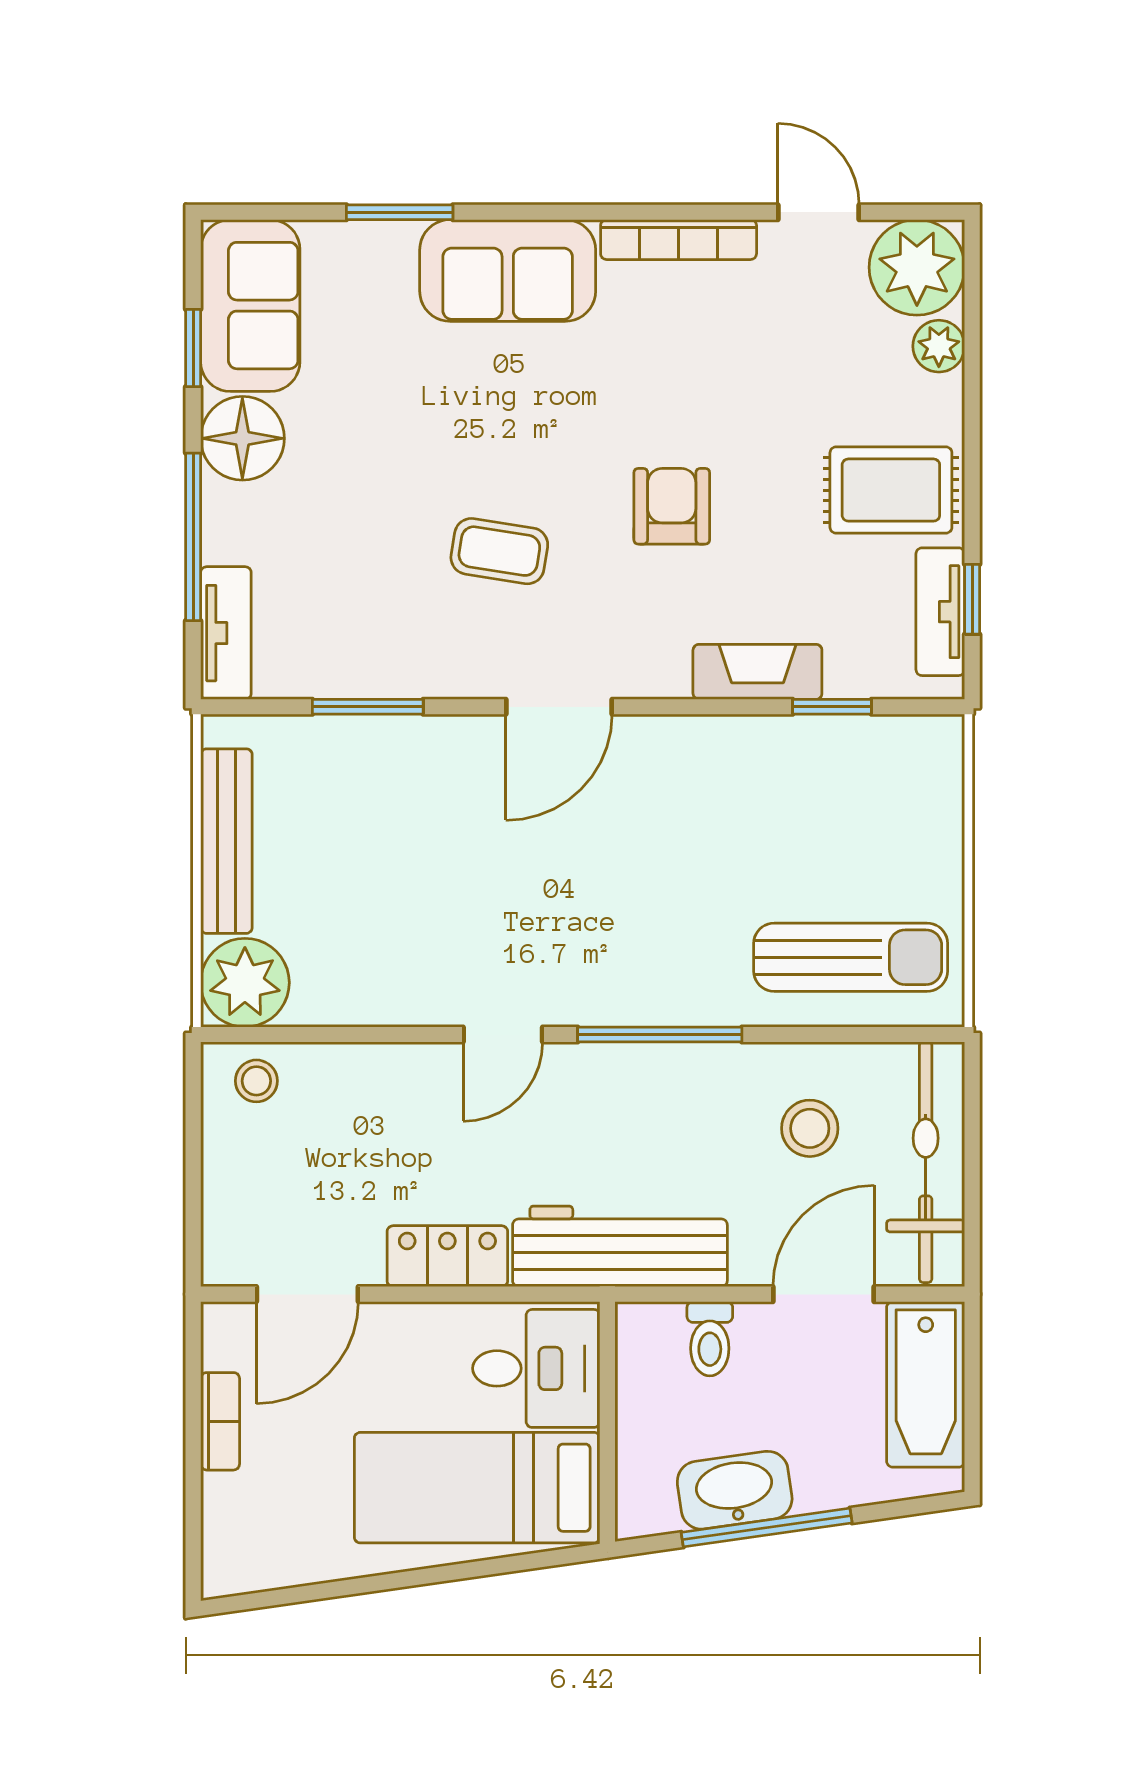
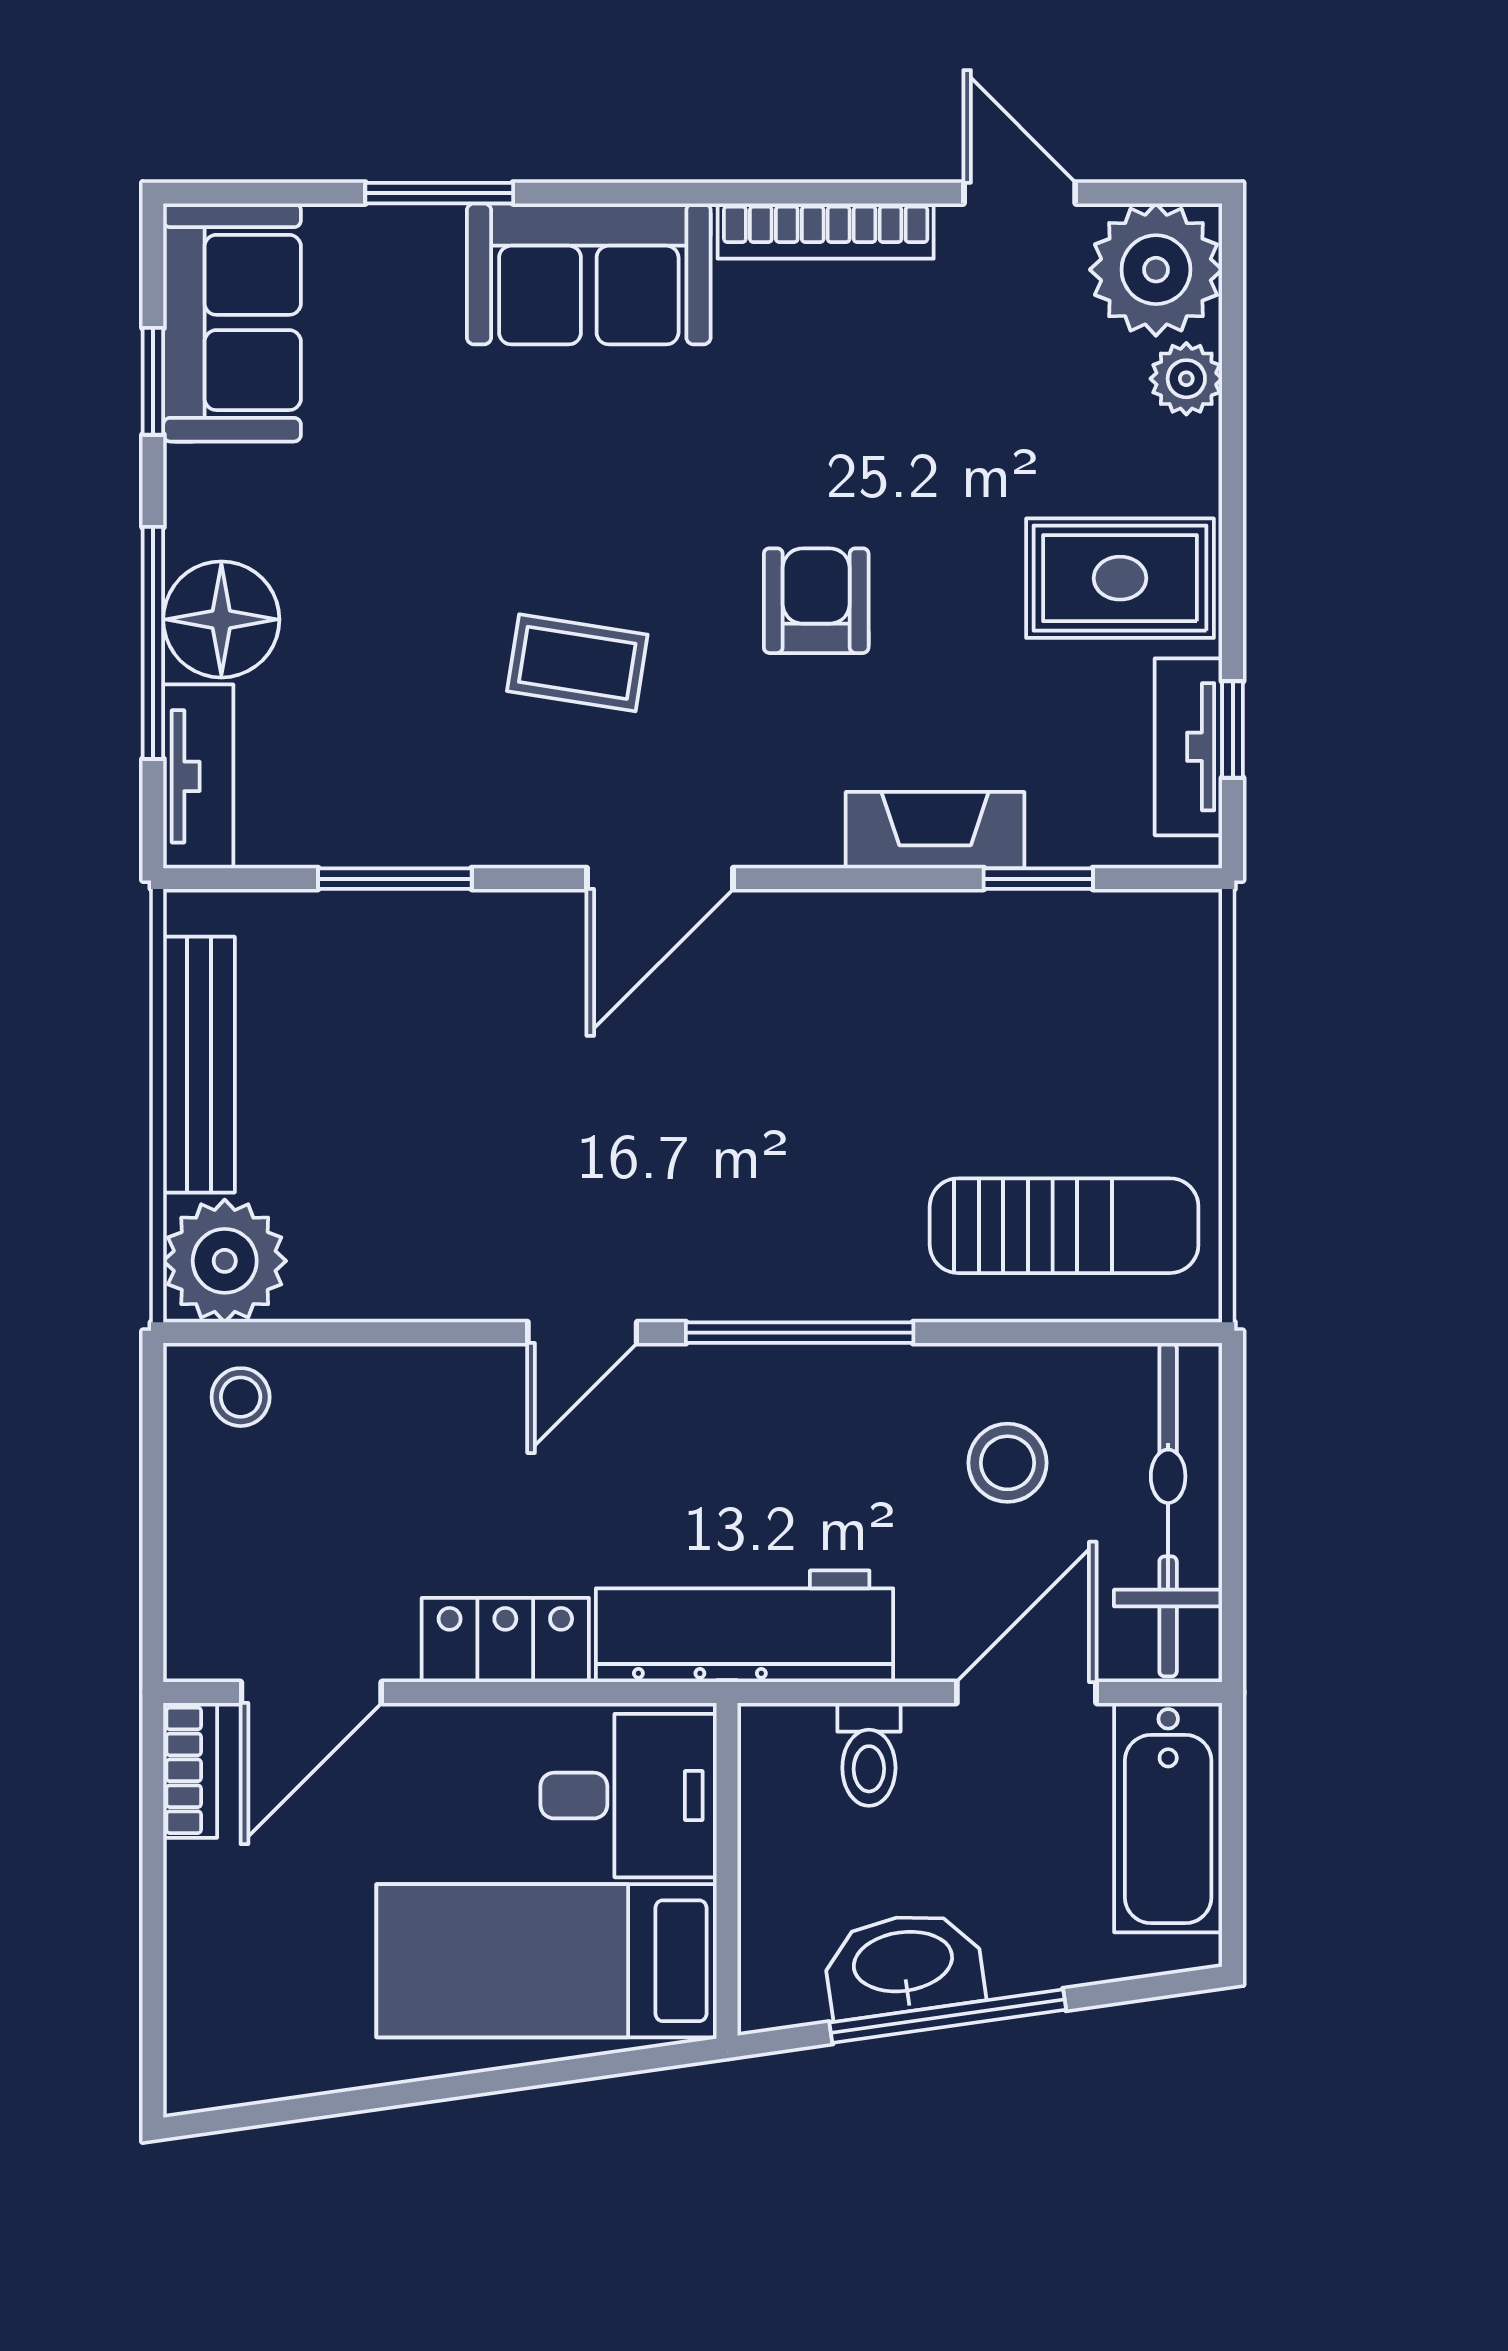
floor lamp: (242, 438) -> (221, 619), moved
bookcase: (220, 1421) -> (190, 1770), moved

